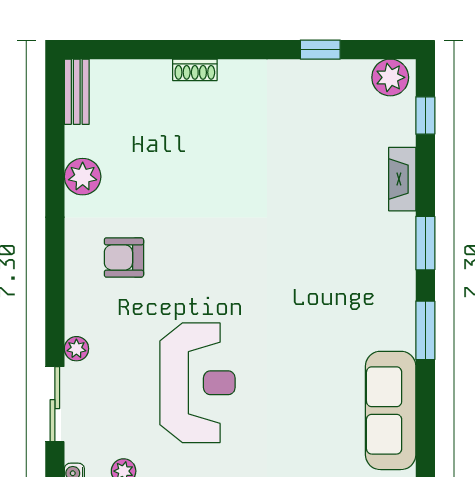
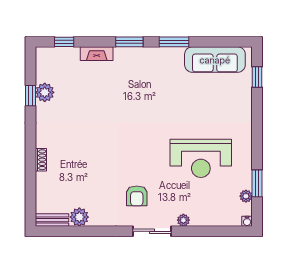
plant: (390, 77) -> (45, 92), moved
plant: (83, 177) -> (79, 217), moved
reception desk: (197, 383) -> (201, 158), turned 180
sliding door: (55, 404) -> (152, 231), moved

